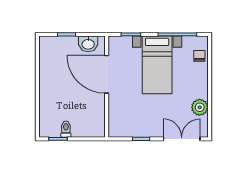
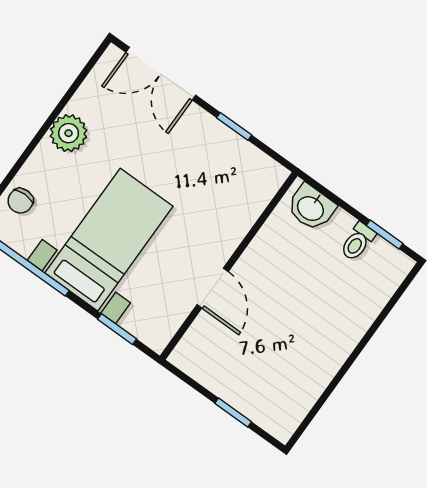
washbasin: (88, 44) -> (311, 208), moved, turned 180
door: (107, 74) -> (213, 288), width x0.53
plant: (200, 107) -> (69, 133), moved

